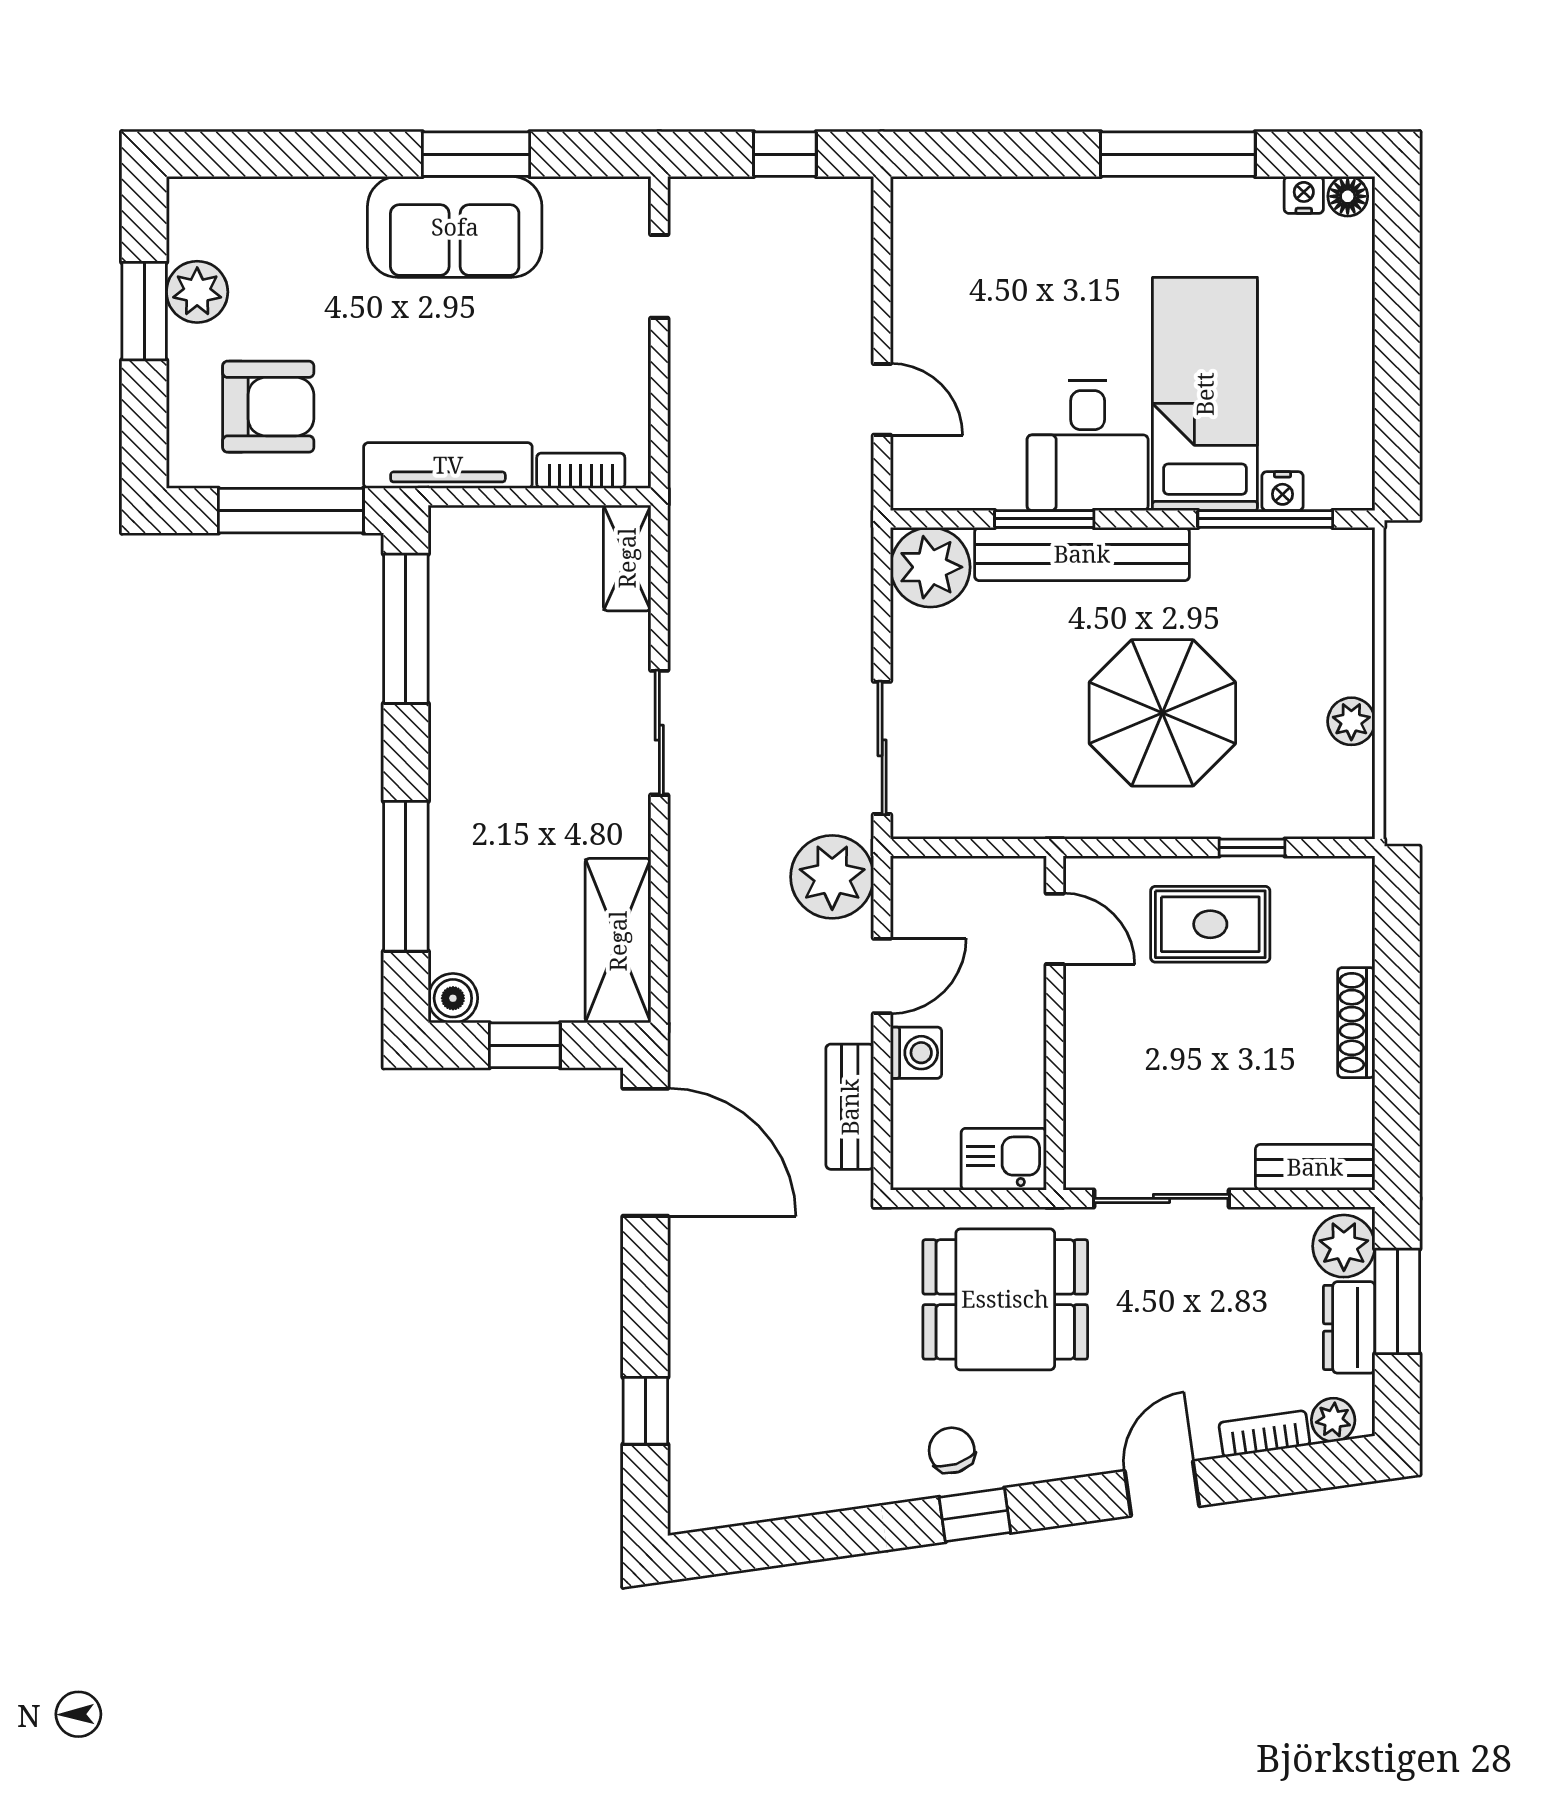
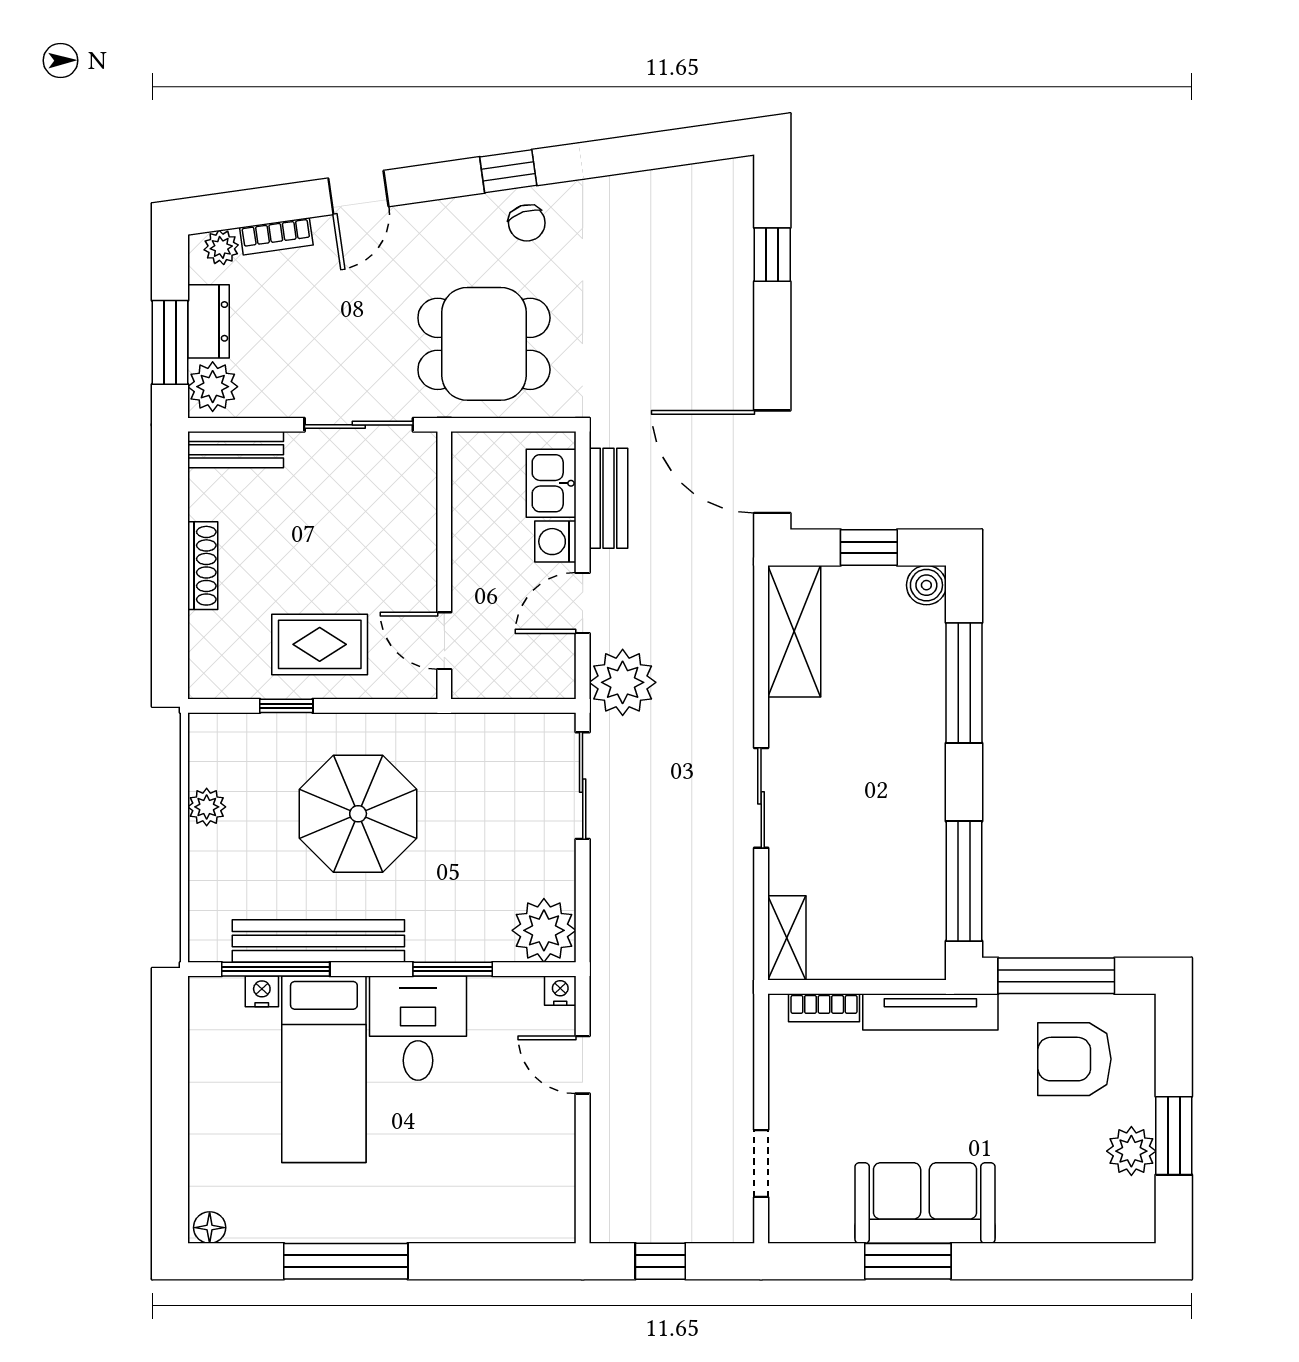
nightstand: (1304, 195) -> (560, 991), moved, turned 180
bench: (1082, 554) -> (318, 941), moved
kitchen sink: (1004, 1159) -> (551, 483), moved, turned 90

